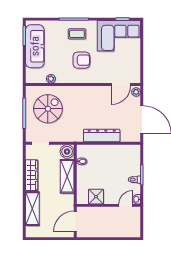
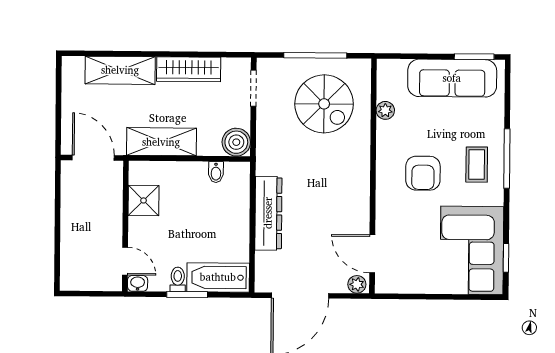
bathtub: (133, 160) -> (218, 277), added
shelving: (67, 176) -> (161, 142), moved

